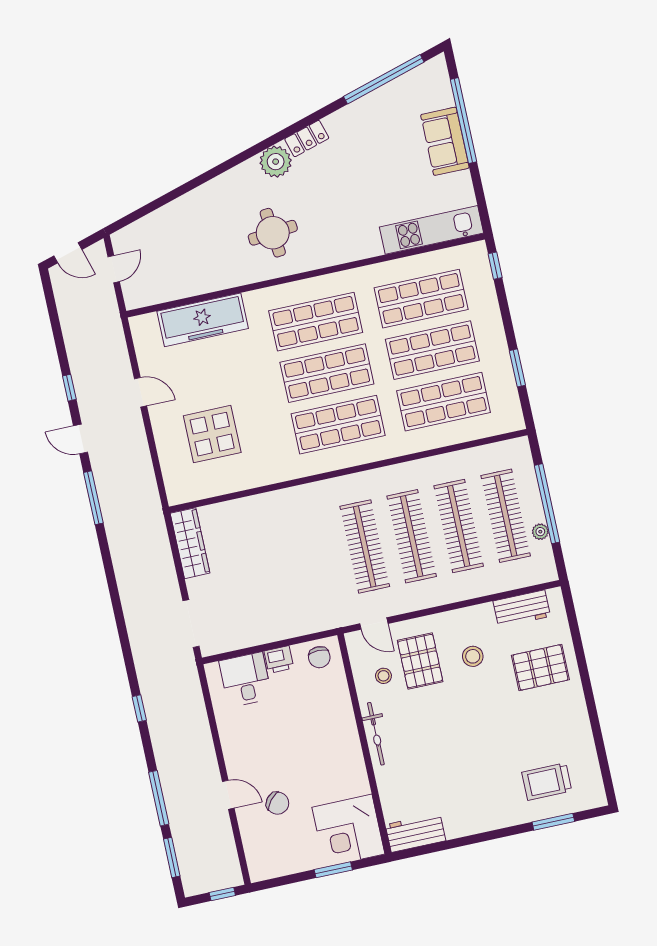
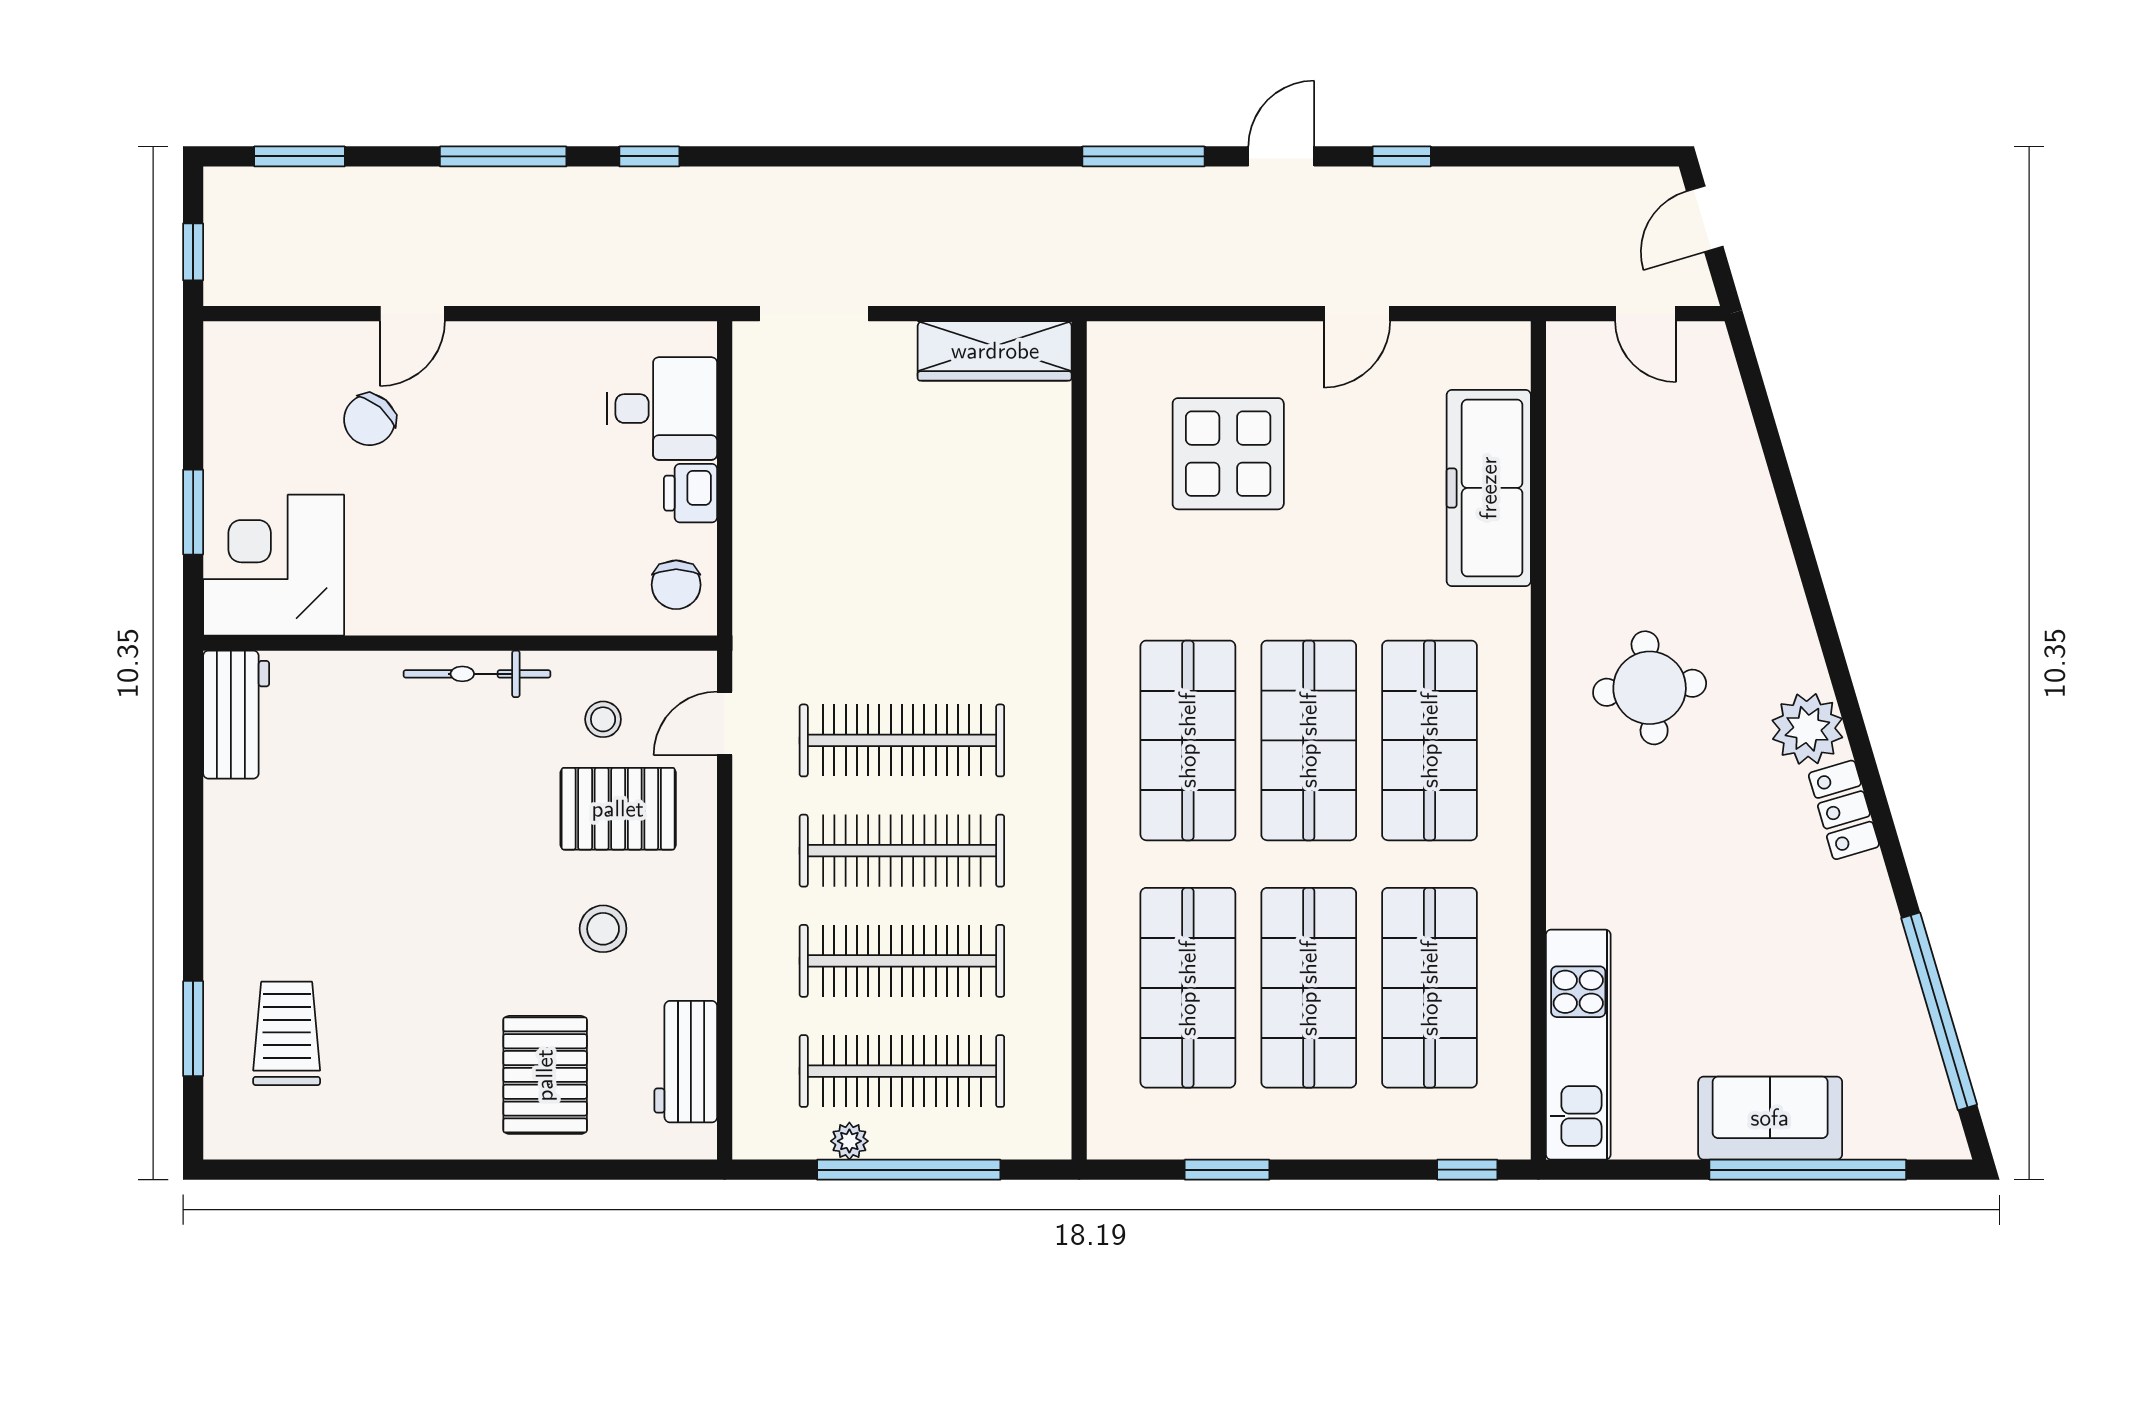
chair: (319, 657) -> (676, 585), turned -90
window: (159, 798) -> (503, 156), moved

